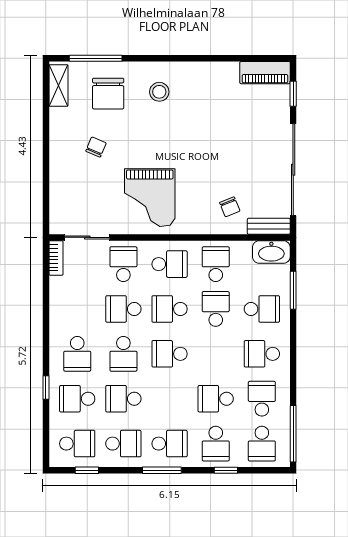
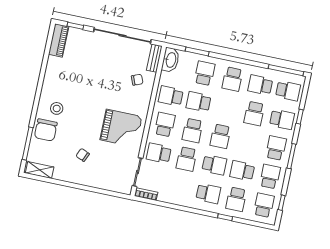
chair: (108, 94) -> (46, 130), moved, turned 90
school desk: (123, 399) -> (242, 171), turned 90

